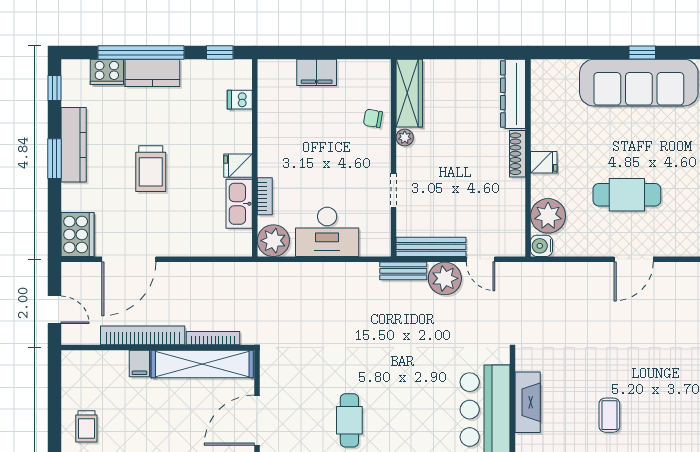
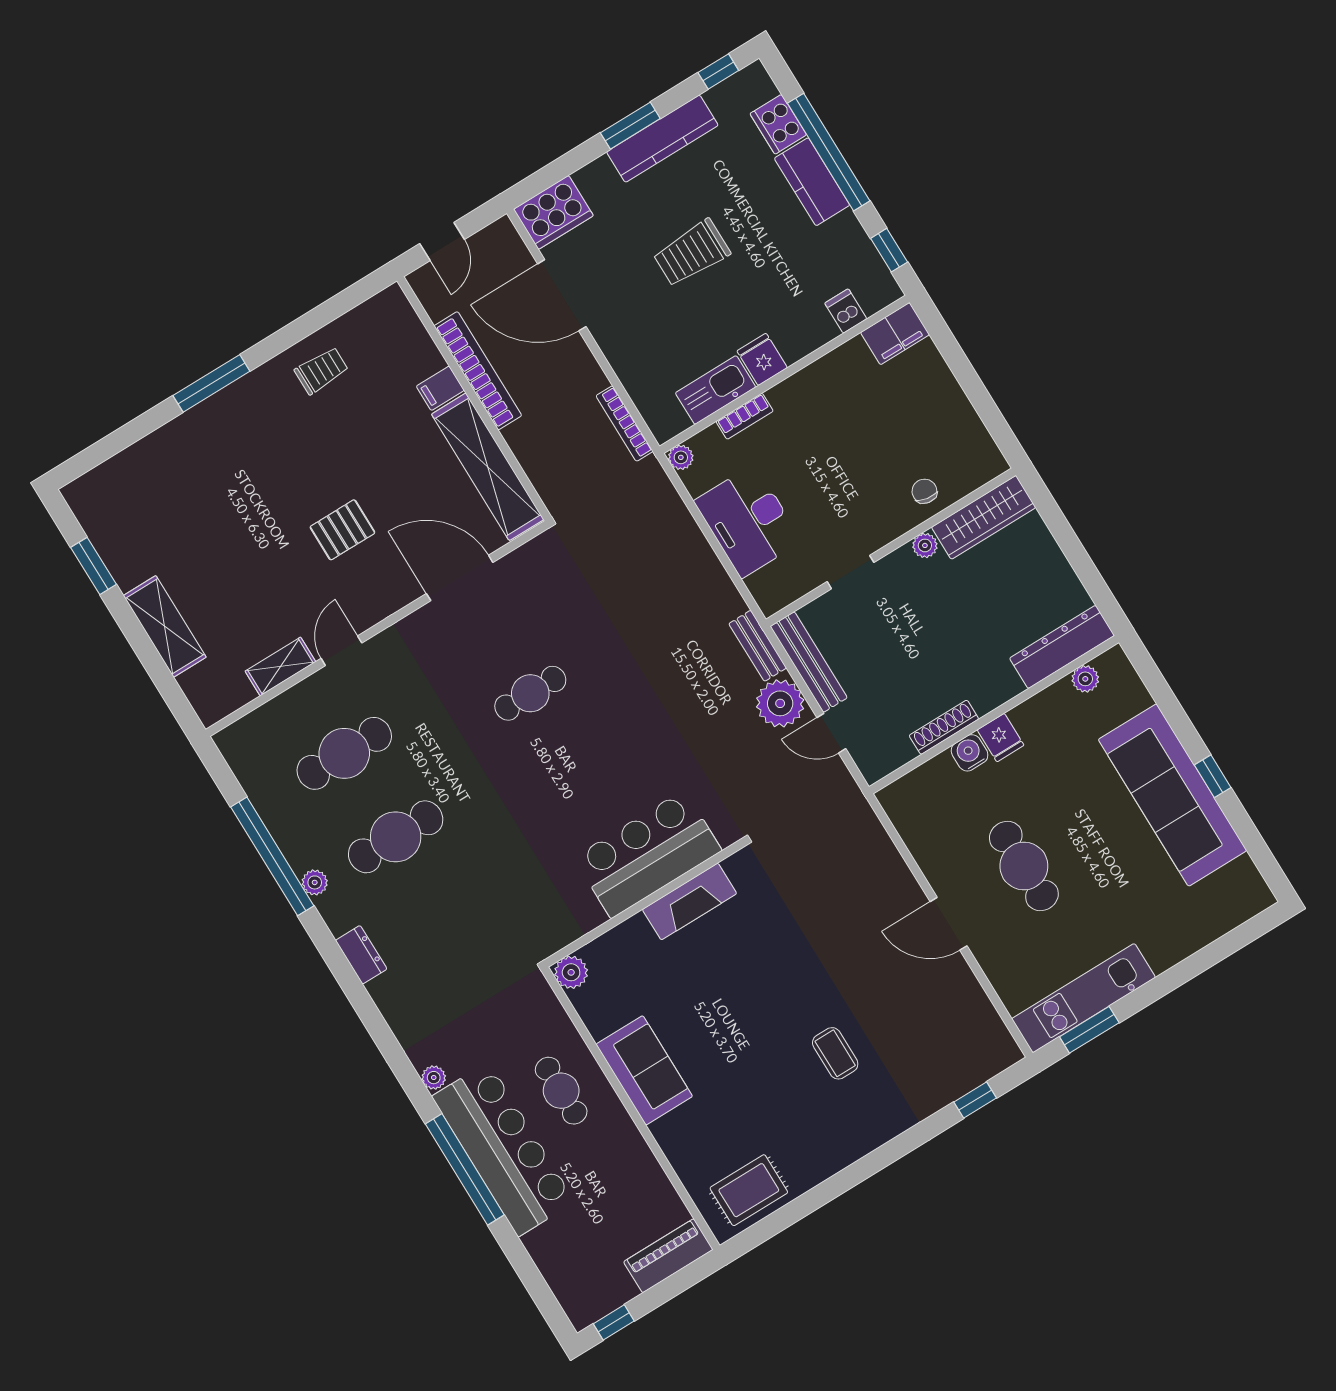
filing cabinet: (317, 72) -> (895, 334), moved, turned -90
shoe rack: (517, 154) -> (944, 727), moved
plant: (548, 216) -> (1085, 679), moved, width x0.53, depth x0.53
plant: (273, 241) -> (681, 457), width x0.53, depth x0.53
water cooler: (541, 246) -> (970, 753), moved
door: (481, 259) -> (831, 733), hinge flipped
bookcase: (213, 338) -> (625, 423), moved, turned 180
coffee table: (609, 415) -> (835, 1053), moved, turned 90
trolley: (86, 426) -> (321, 371), turned 180

